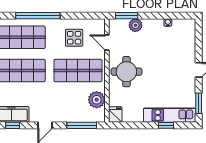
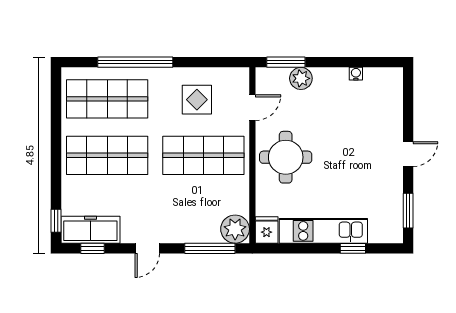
door: (107, 42) -> (252, 108), swing flipped
plant: (97, 100) -> (235, 229), moved
kitchen unit: (170, 115) -> (323, 231), moved

